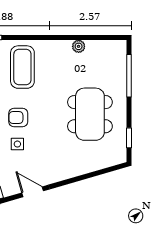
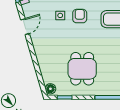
dining table: (90, 114) -> (82, 69), width x0.73
floor lamp: (117, 157) -> (50, 89), added

